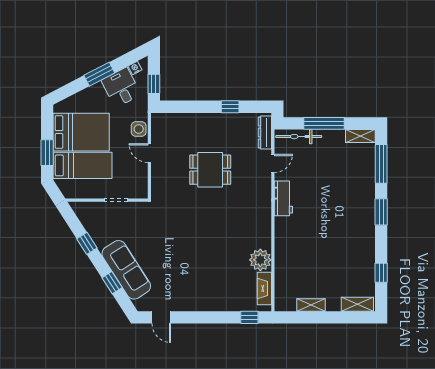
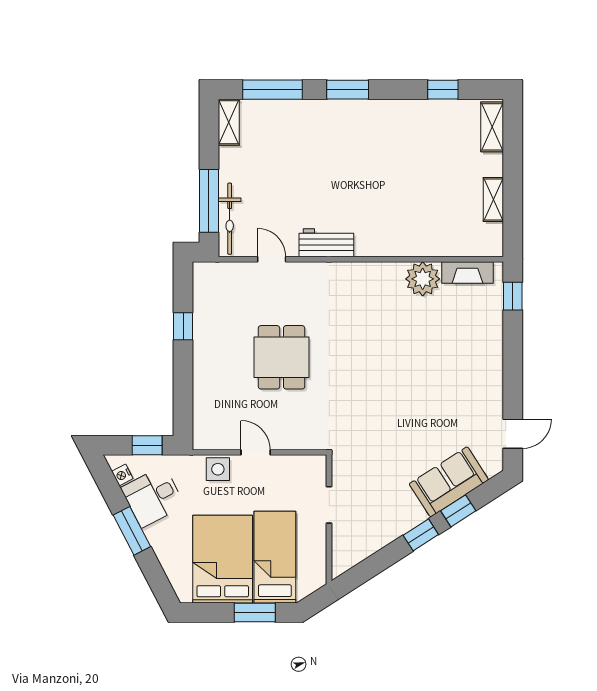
window: (324, 123) -> (209, 201), moved
dresser: (265, 133) -> (223, 272), removed
door: (149, 153) -> (256, 452), swing flipped
window: (87, 243) -> (421, 535), moved
sofa: (126, 270) -> (449, 482), width x0.73

